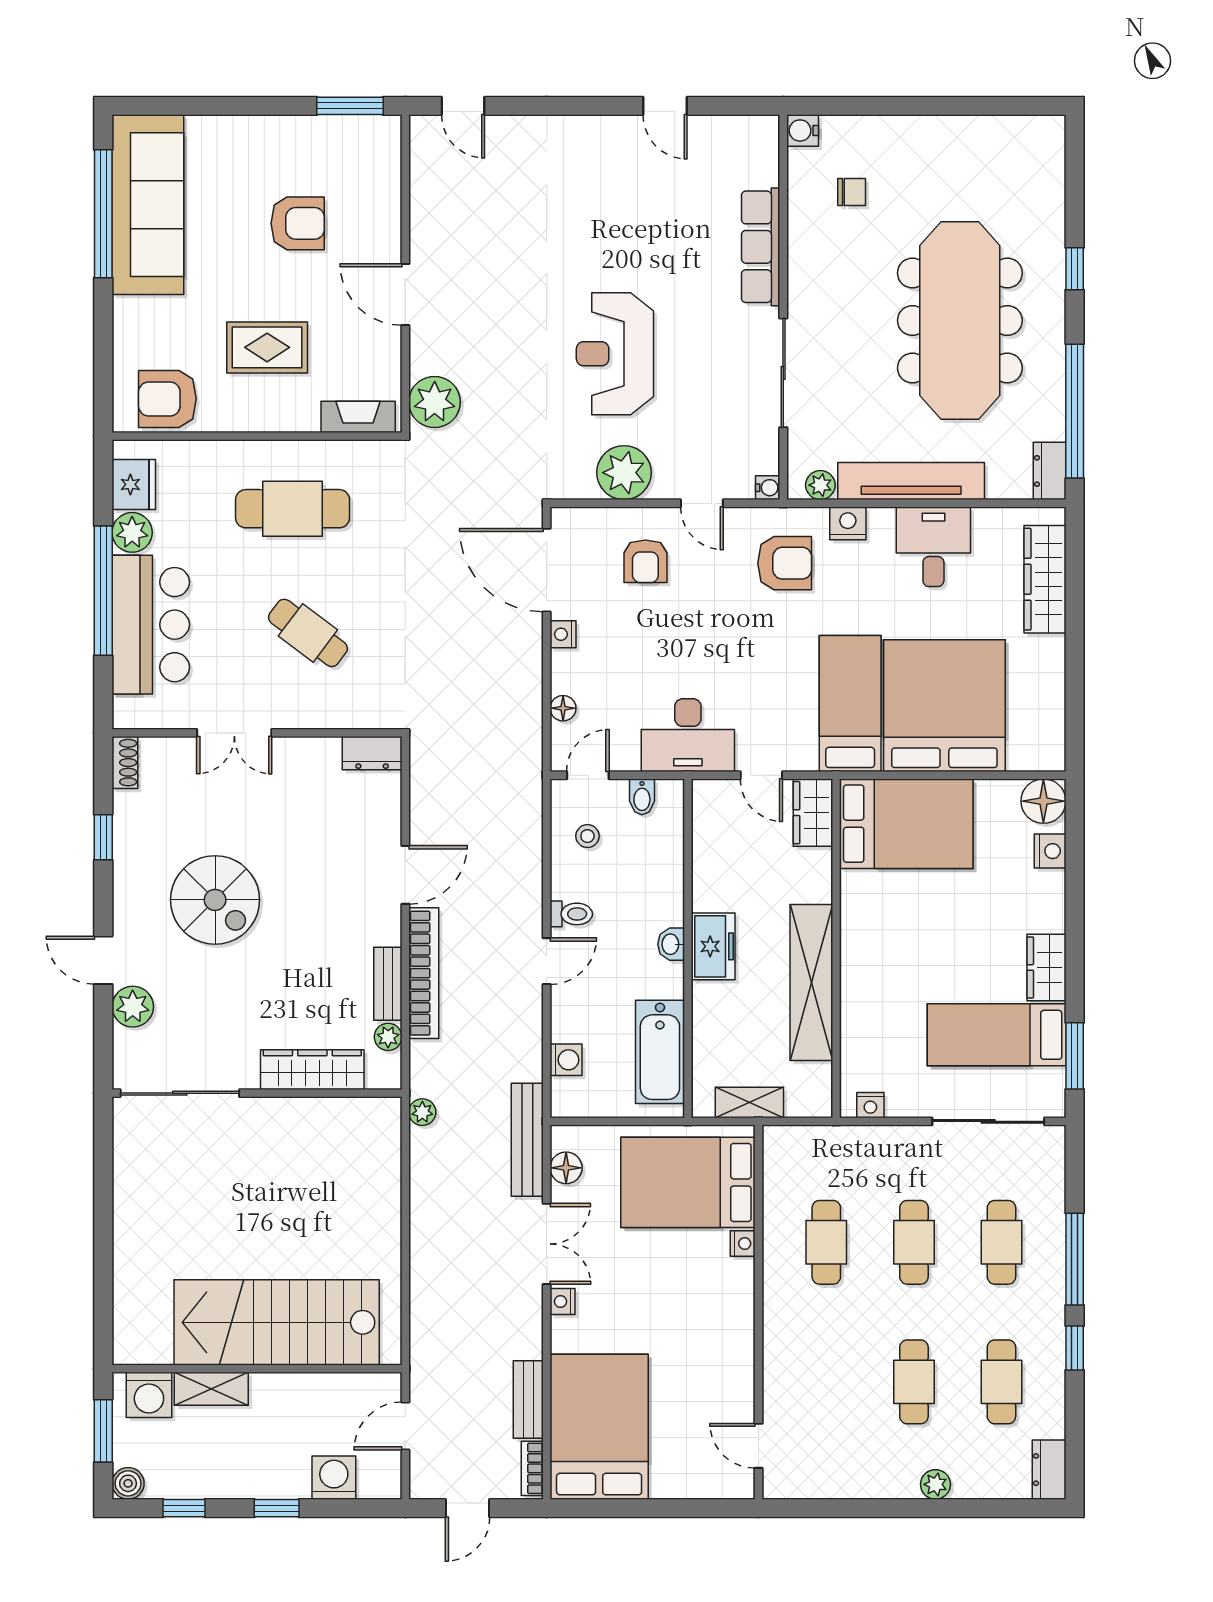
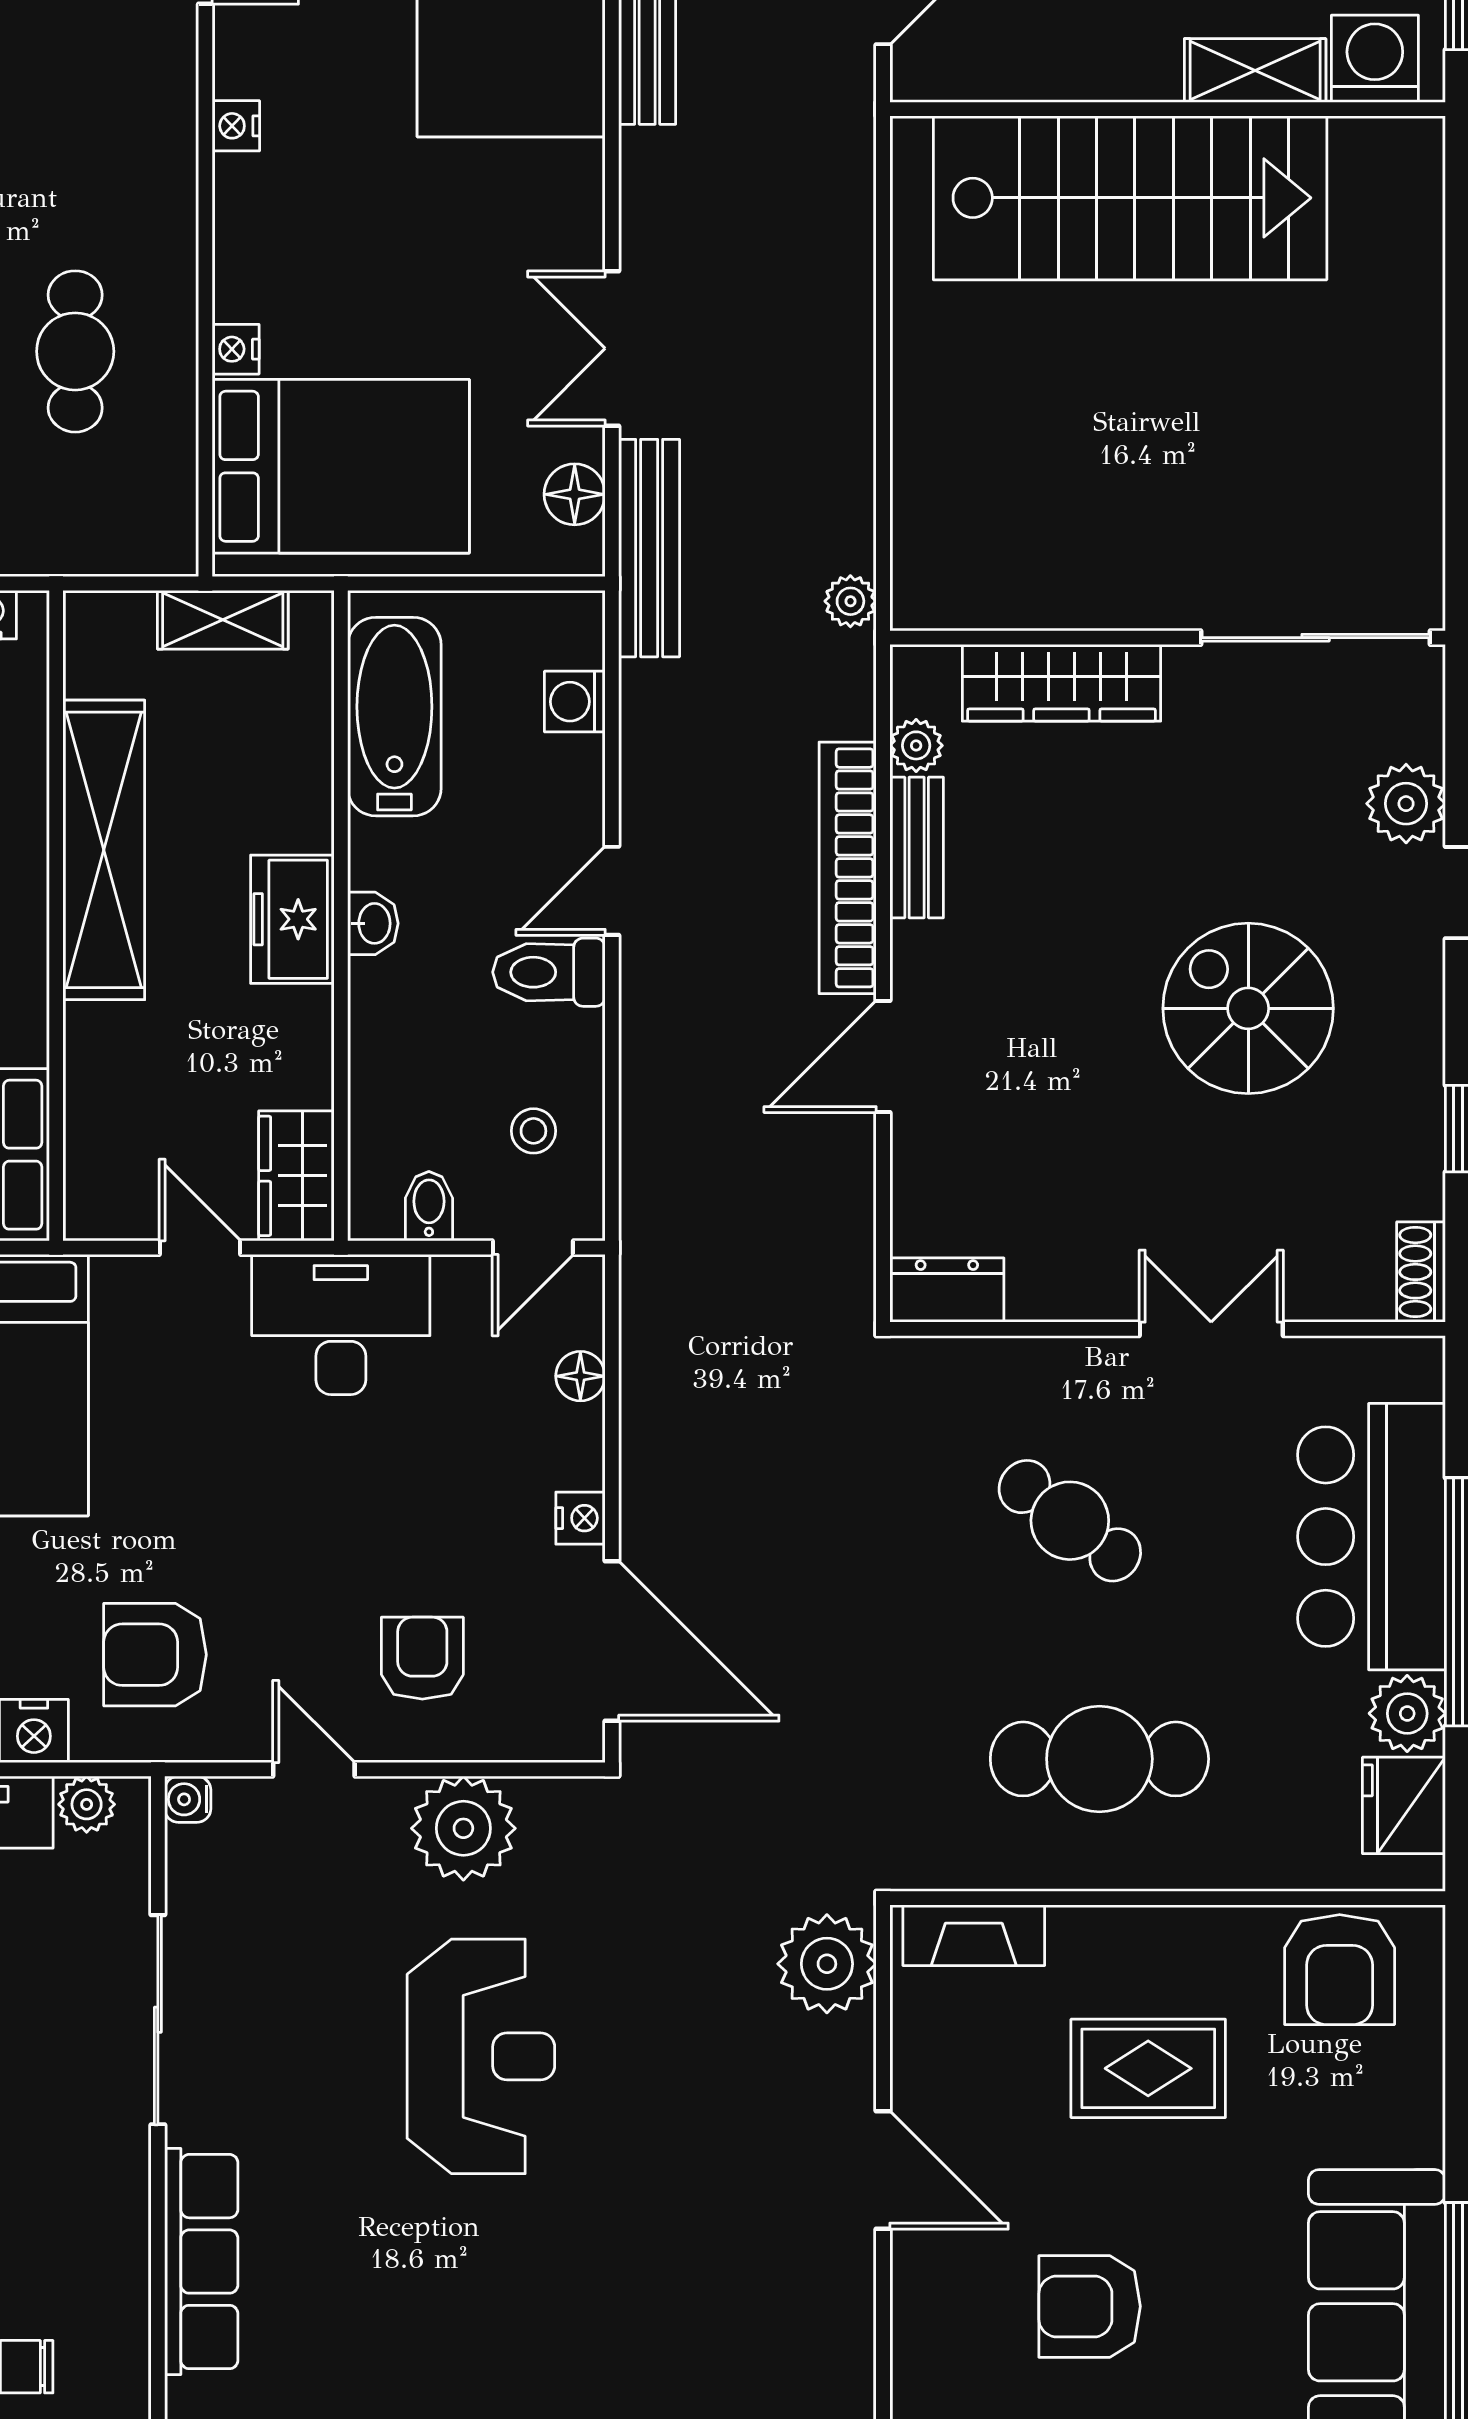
armchair: (167, 399) -> (1340, 1970), turned 90
wardrobe: (813, 813) -> (296, 1176), moved, turned 180
toilet: (571, 914) -> (549, 972), width x1.37, depth x1.39
nightstand: (562, 1301) -> (236, 126), moved, turned 180

